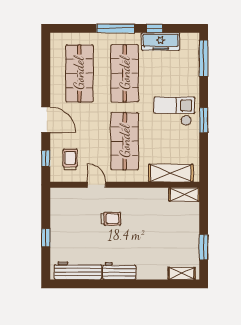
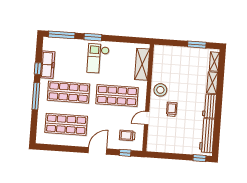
window: (204, 120) -> (93, 37), moved
shelving: (184, 194) -> (212, 83), moved
stool: (137, 201) -> (160, 90), added
window: (46, 238) -> (199, 158), moved

